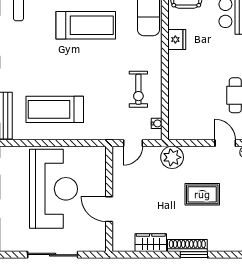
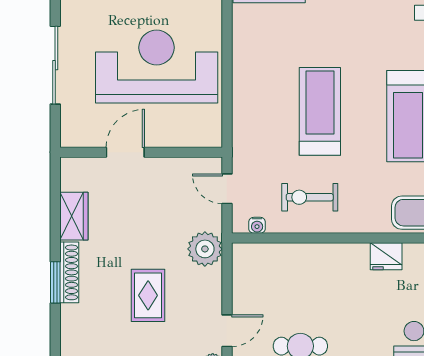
treadmill: (55, 109) -> (320, 111), moved
reception desk: (53, 189) -> (157, 67), turned 180

